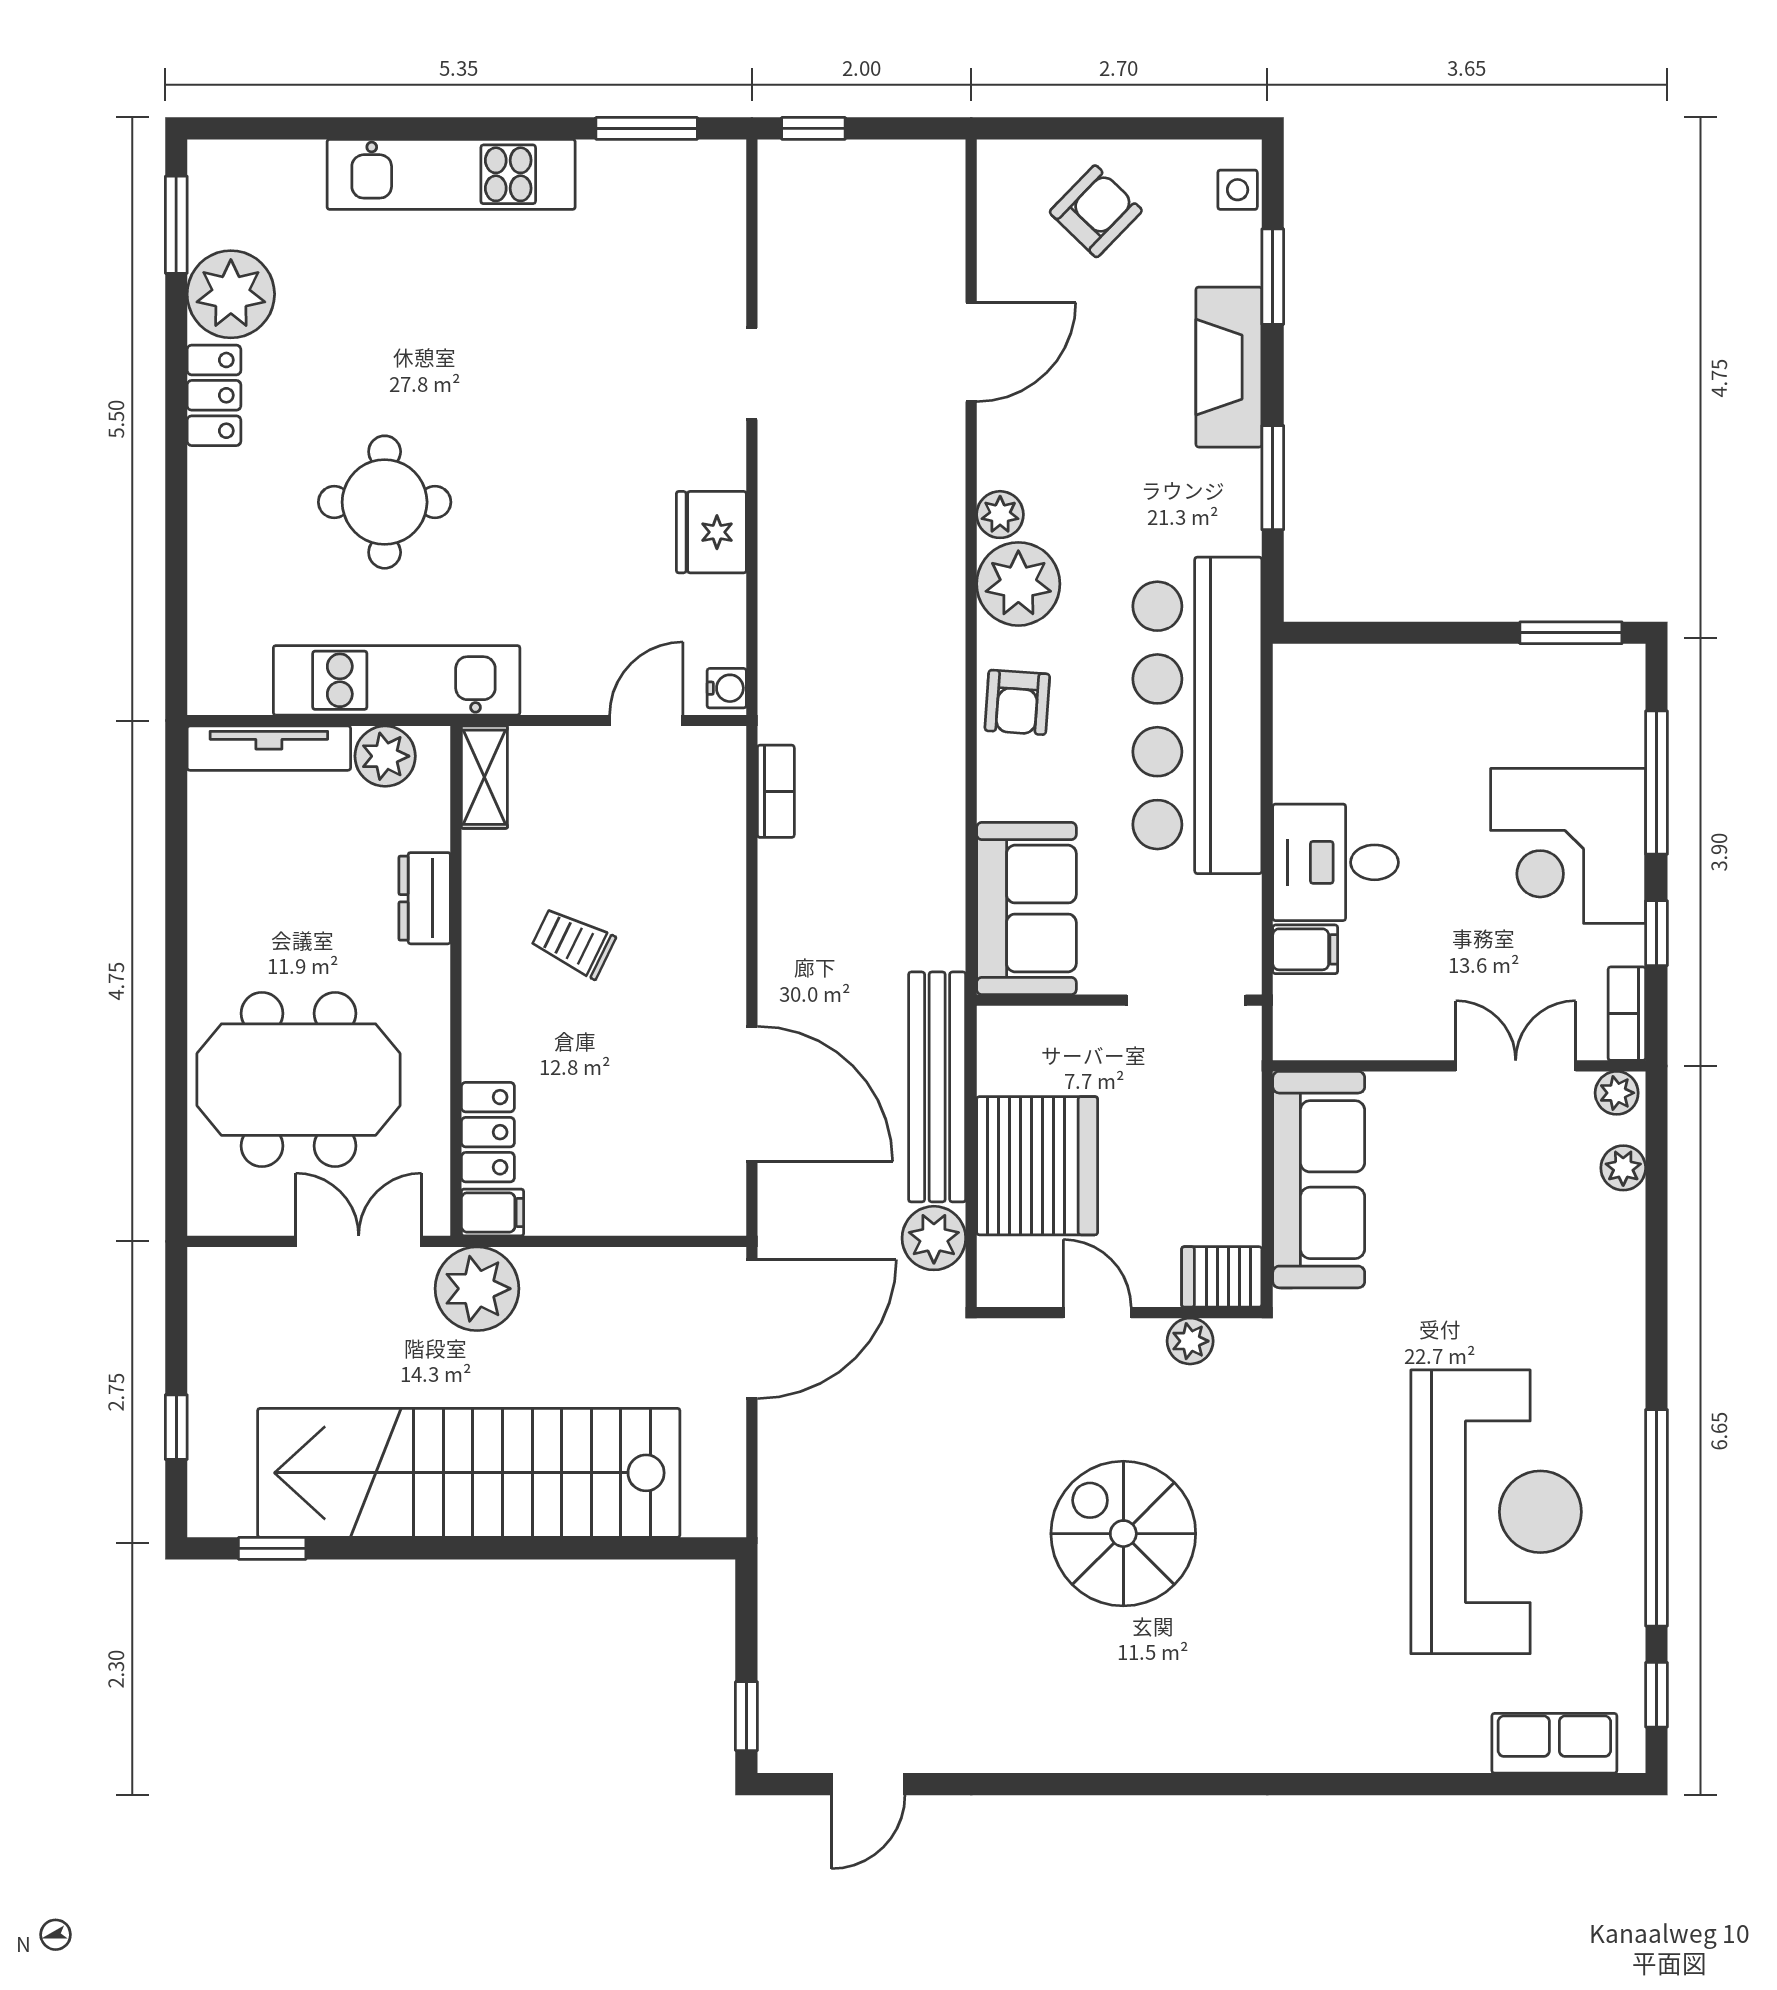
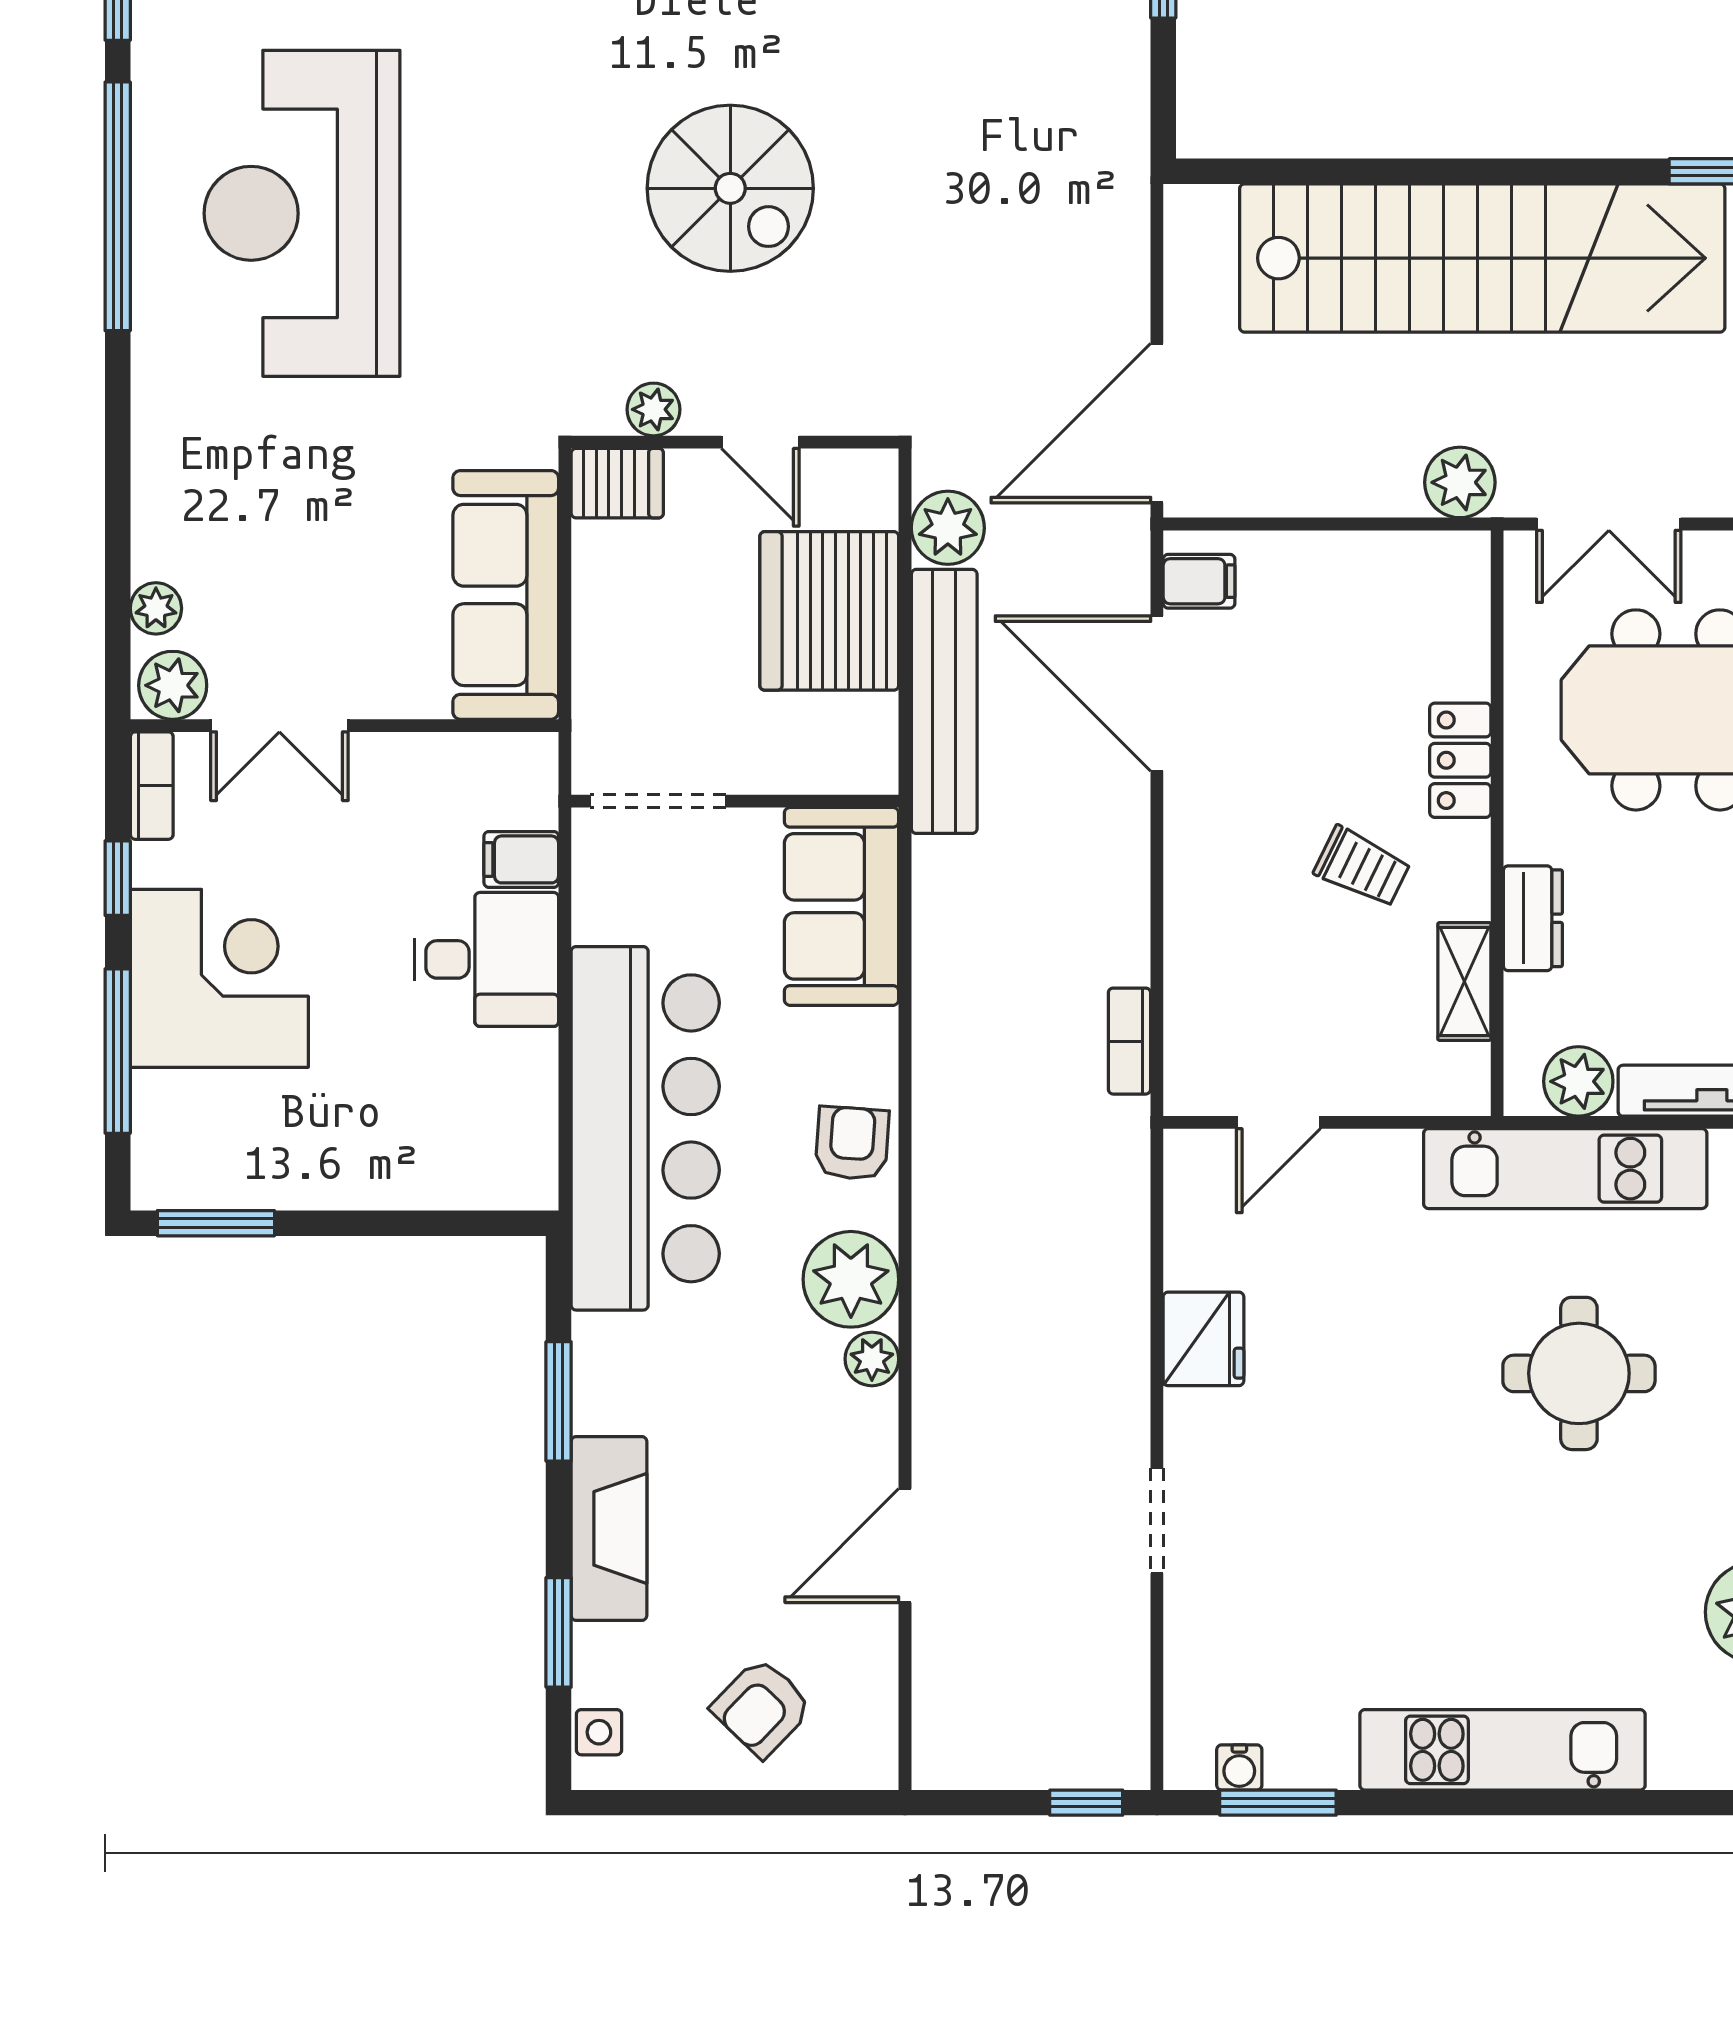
water cooler: (727, 688) -> (1239, 1767), moved, turned -90
shelving: (484, 777) -> (1464, 981), moved
plant: (1617, 1093) -> (173, 685), width x1.38, depth x1.38
locker: (488, 1132) -> (1460, 760), moved
filing cabinet: (492, 1212) -> (1199, 581), moved, turned 180
plant: (477, 1289) -> (1460, 482), width x0.73, depth x0.73

